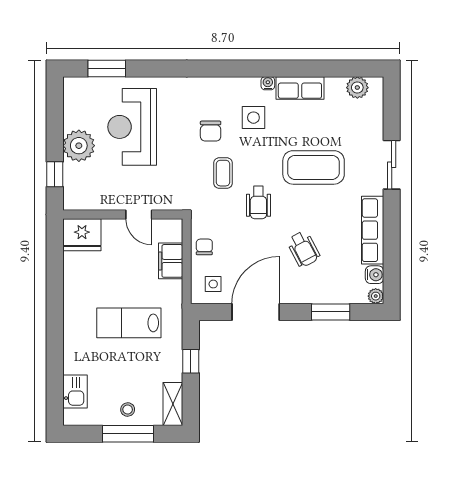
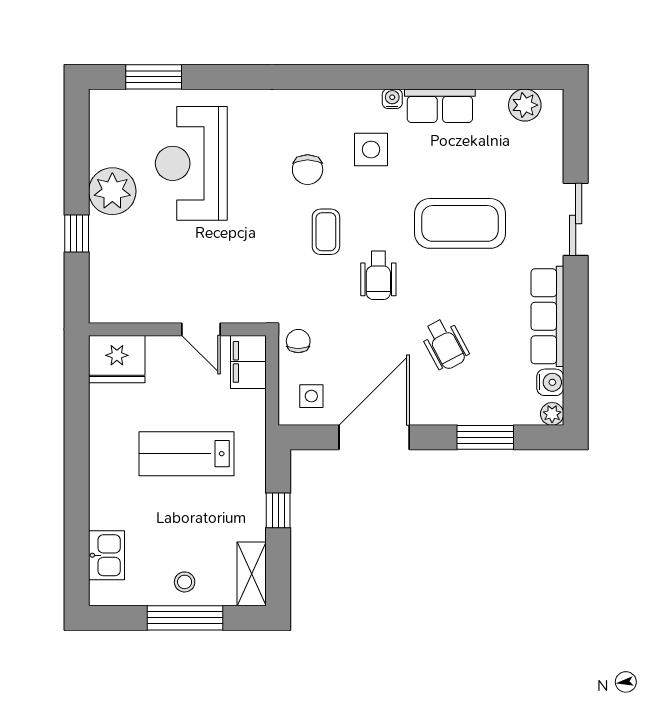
wall: (123, 215) -> (177, 329), moved
door: (139, 215) -> (201, 329), moved
fridge: (82, 235) -> (117, 359), moved

